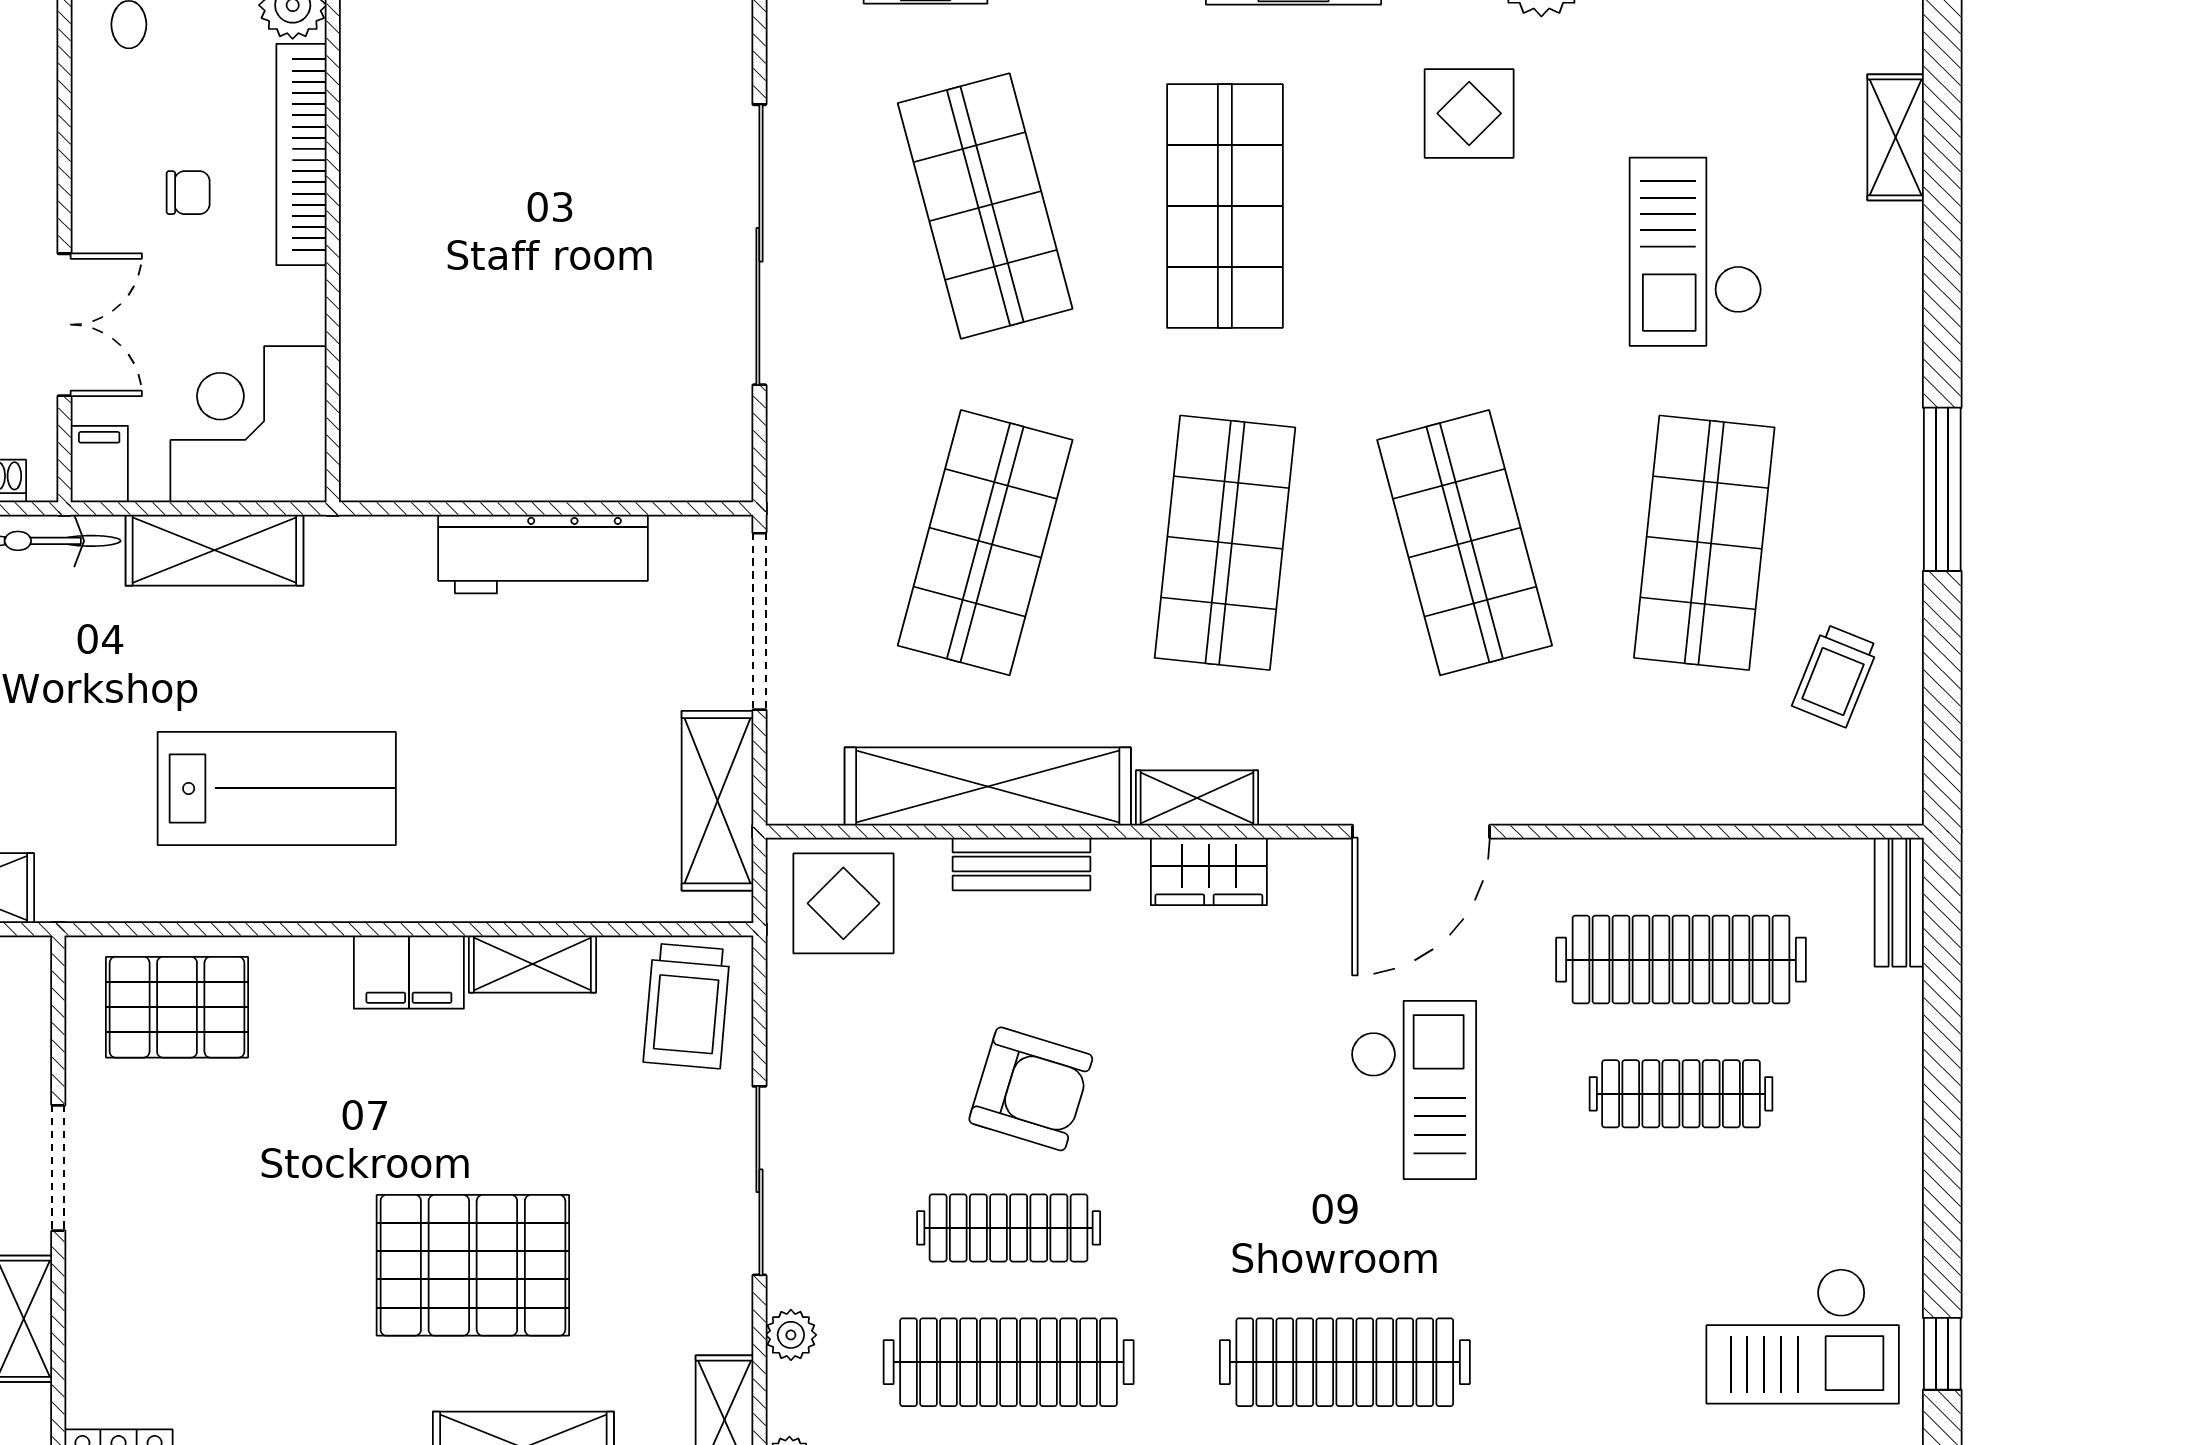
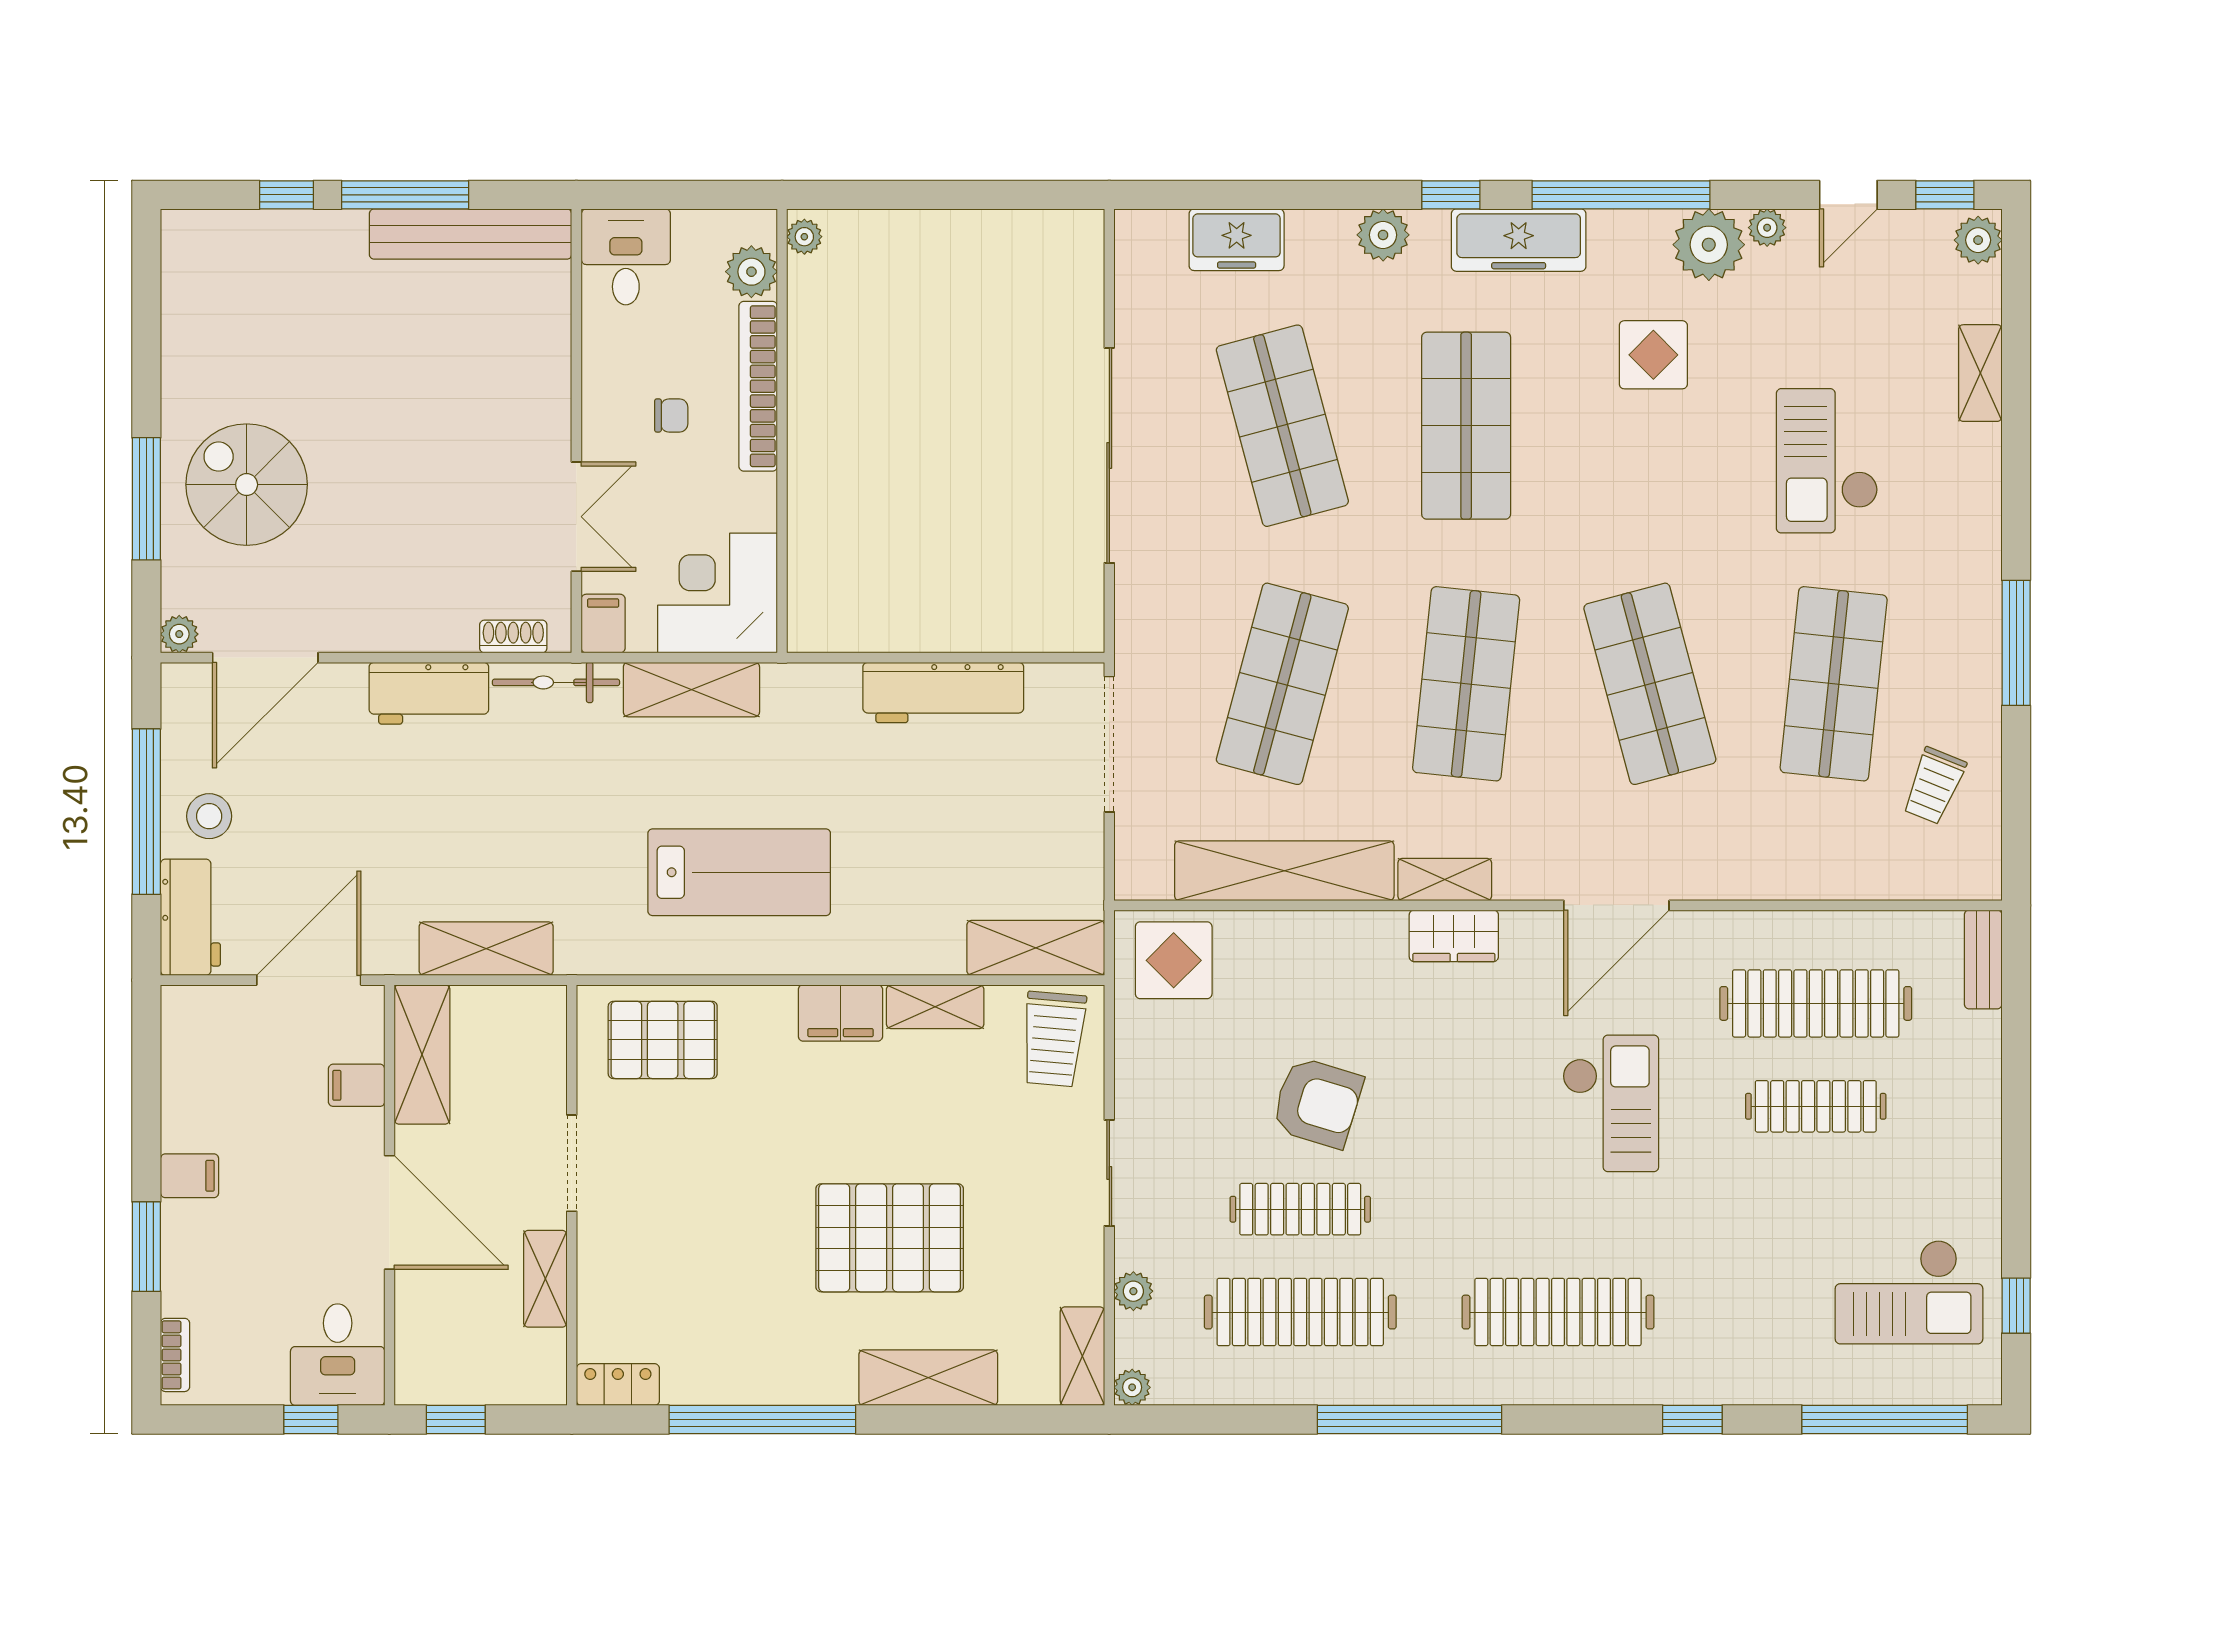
shelving: (717, 801) -> (1036, 948), moved, turned 90
bench: (1022, 864) -> (1310, 930), removed
sliding door: (759, 1181) -> (1109, 1173), width x0.73

